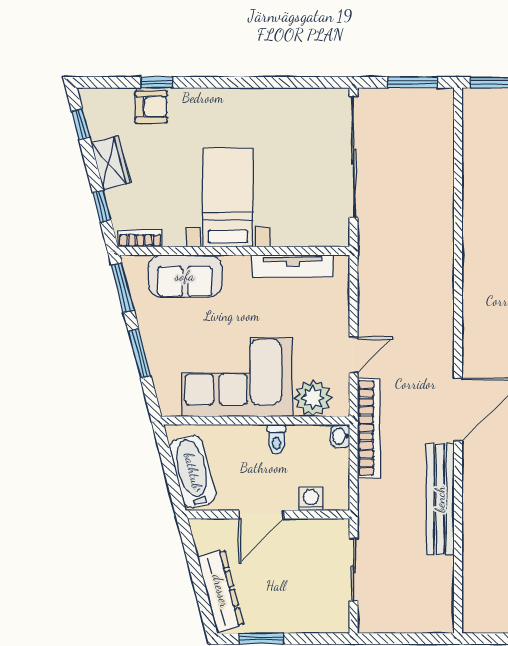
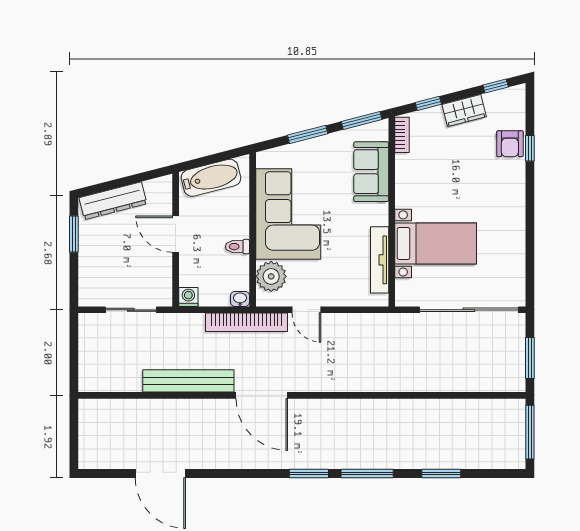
bed with nightstands: (228, 197) -> (436, 243), moved
washing machine: (311, 499) -> (188, 297), moved, turned -90

